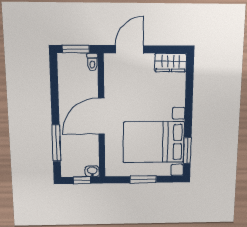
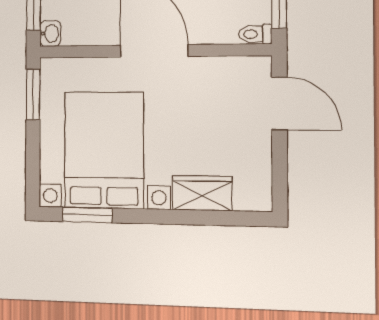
wardrobe: (171, 63) -> (202, 193), moved, turned 90
window: (143, 179) -> (33, 94), moved

